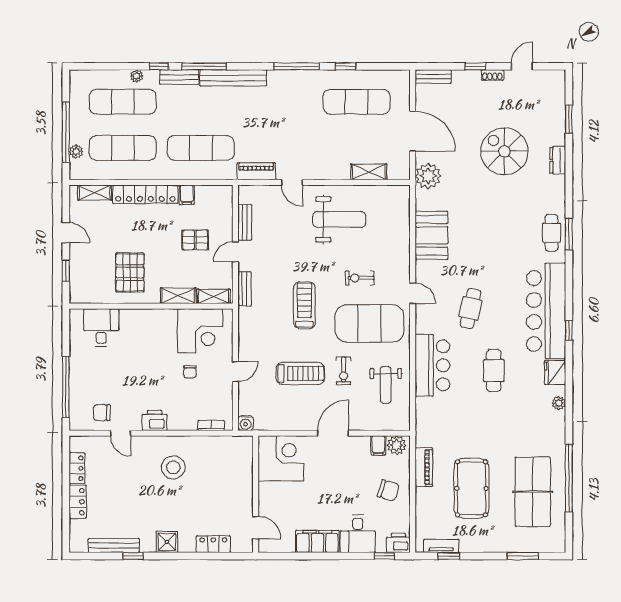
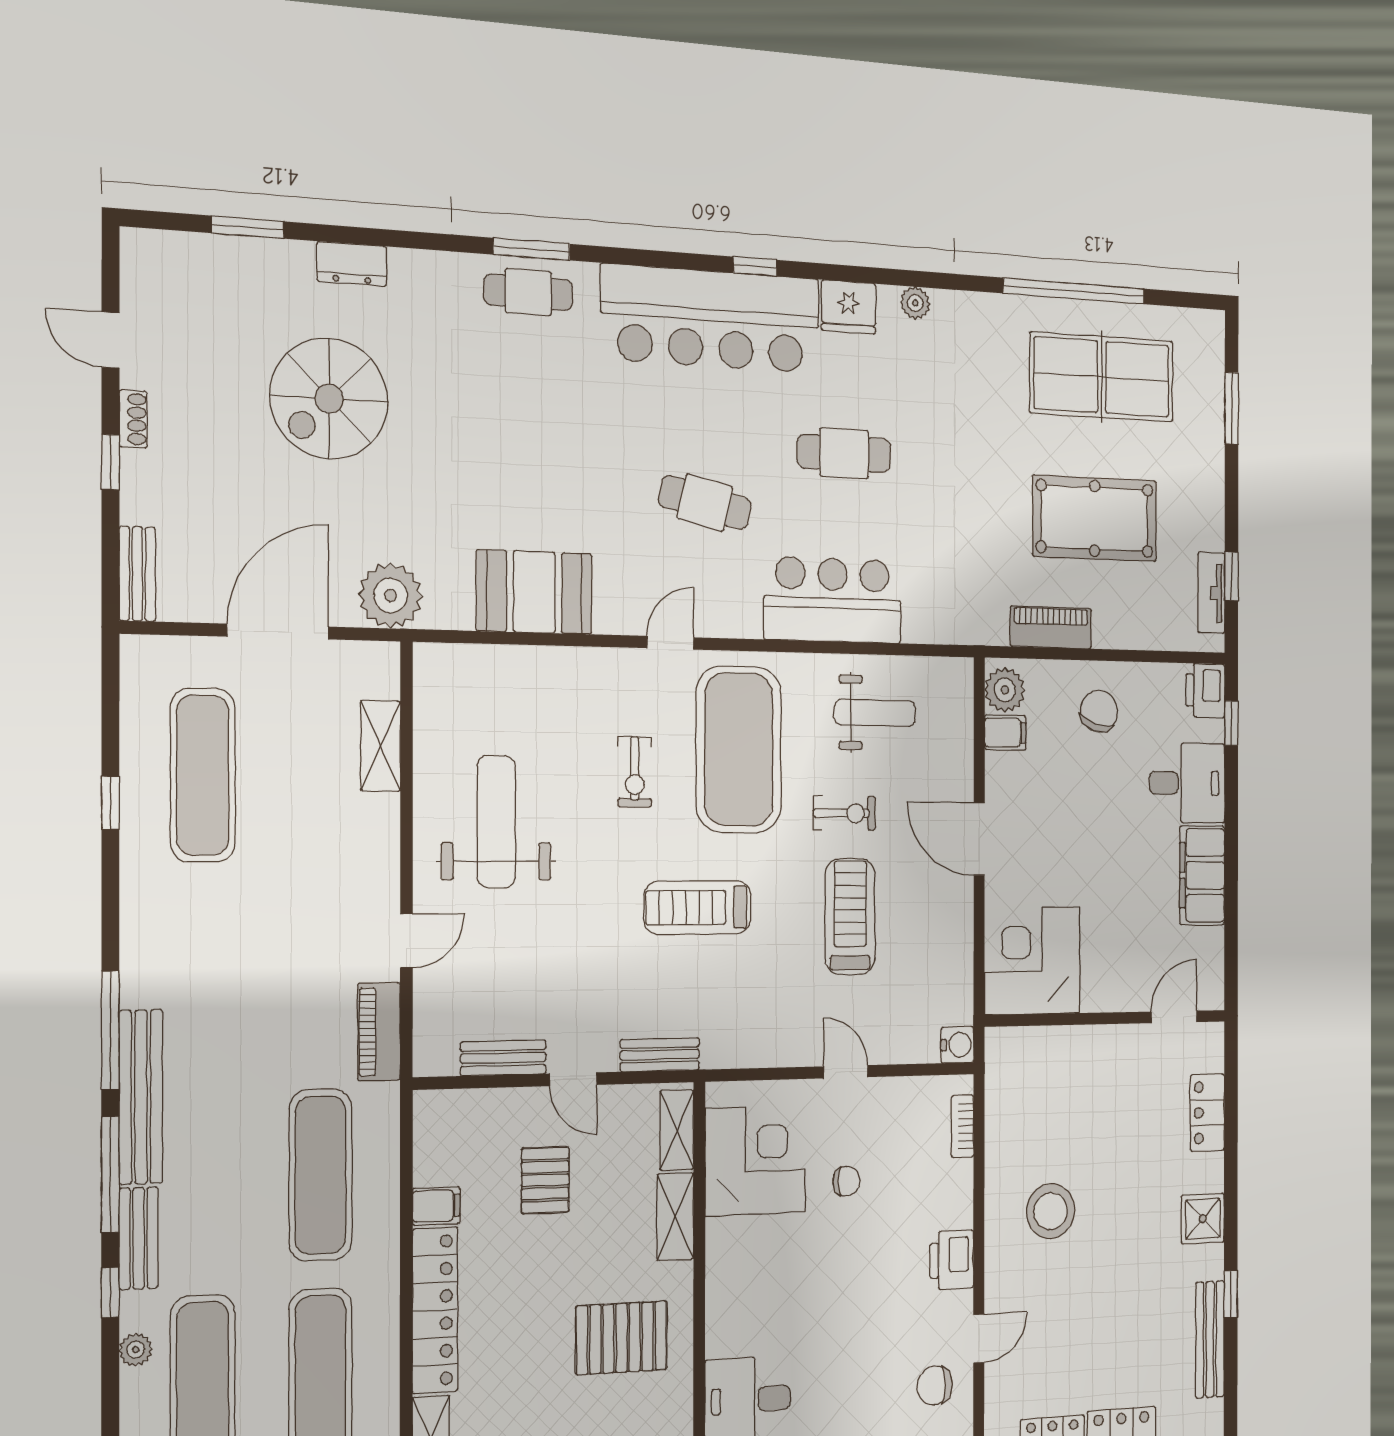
window: (296, 66) -> (110, 1030), moved
chair: (102, 412) -> (935, 1385), turned 90

